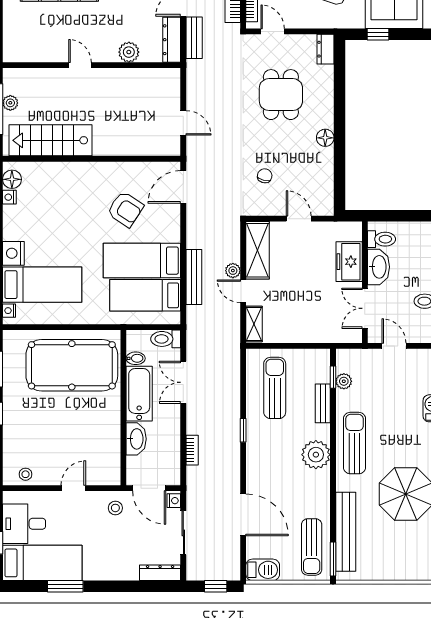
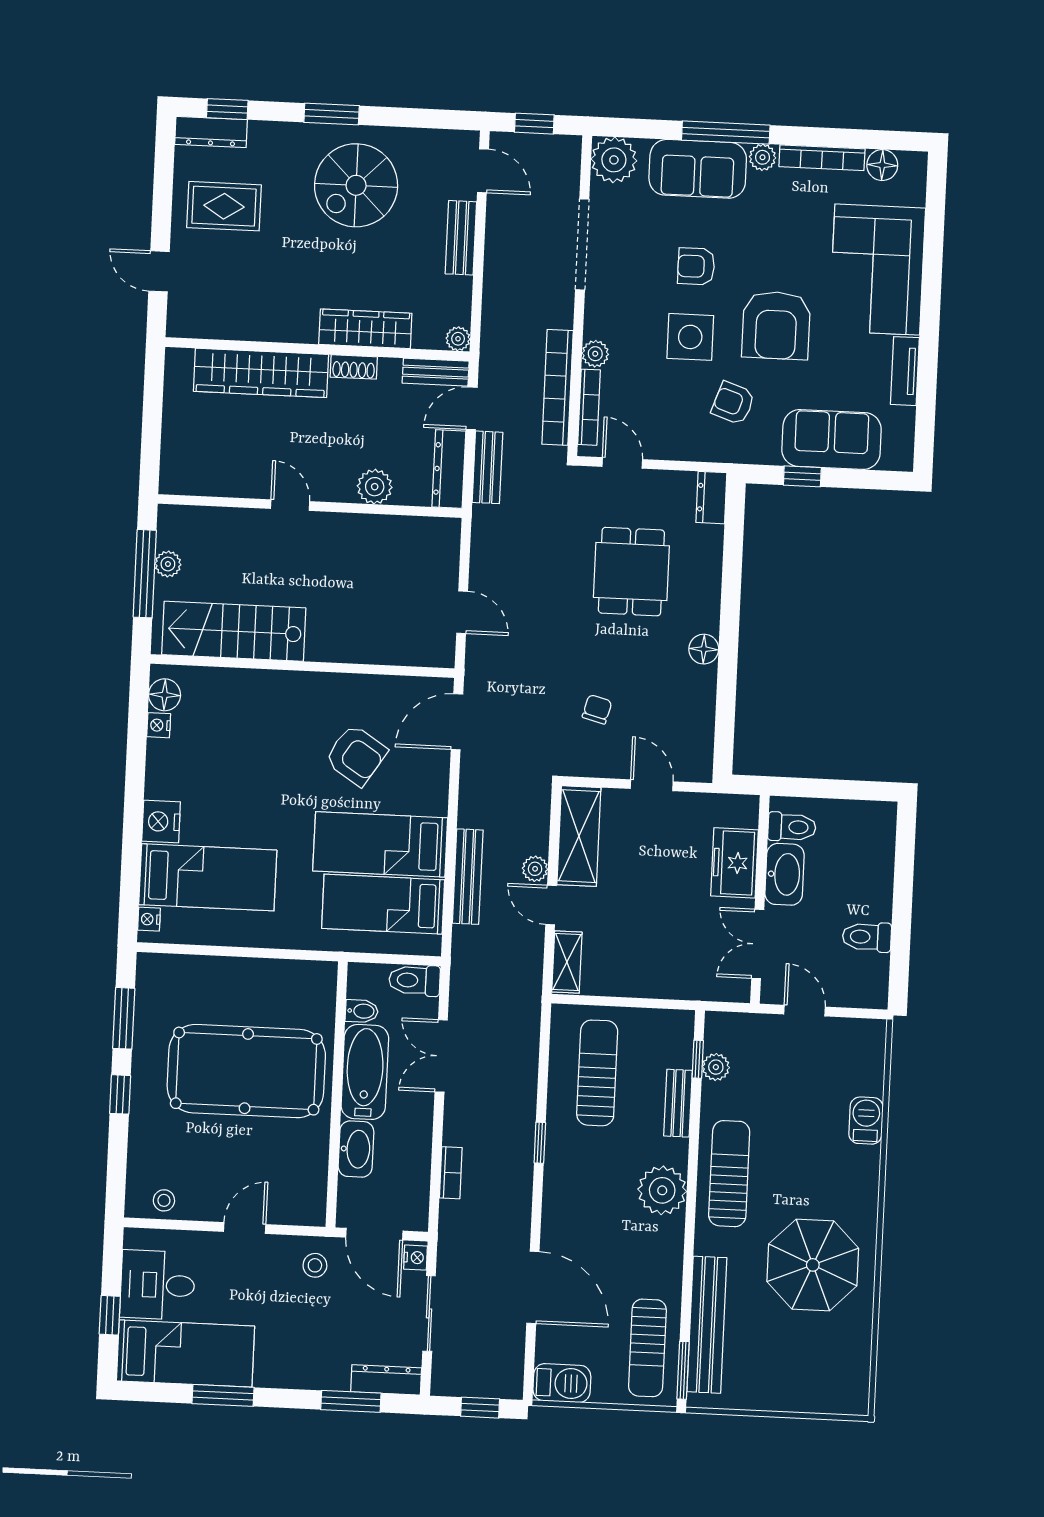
pool table: (72, 365) -> (246, 1071), moved
window: (140, 586) -> (351, 1401), added

